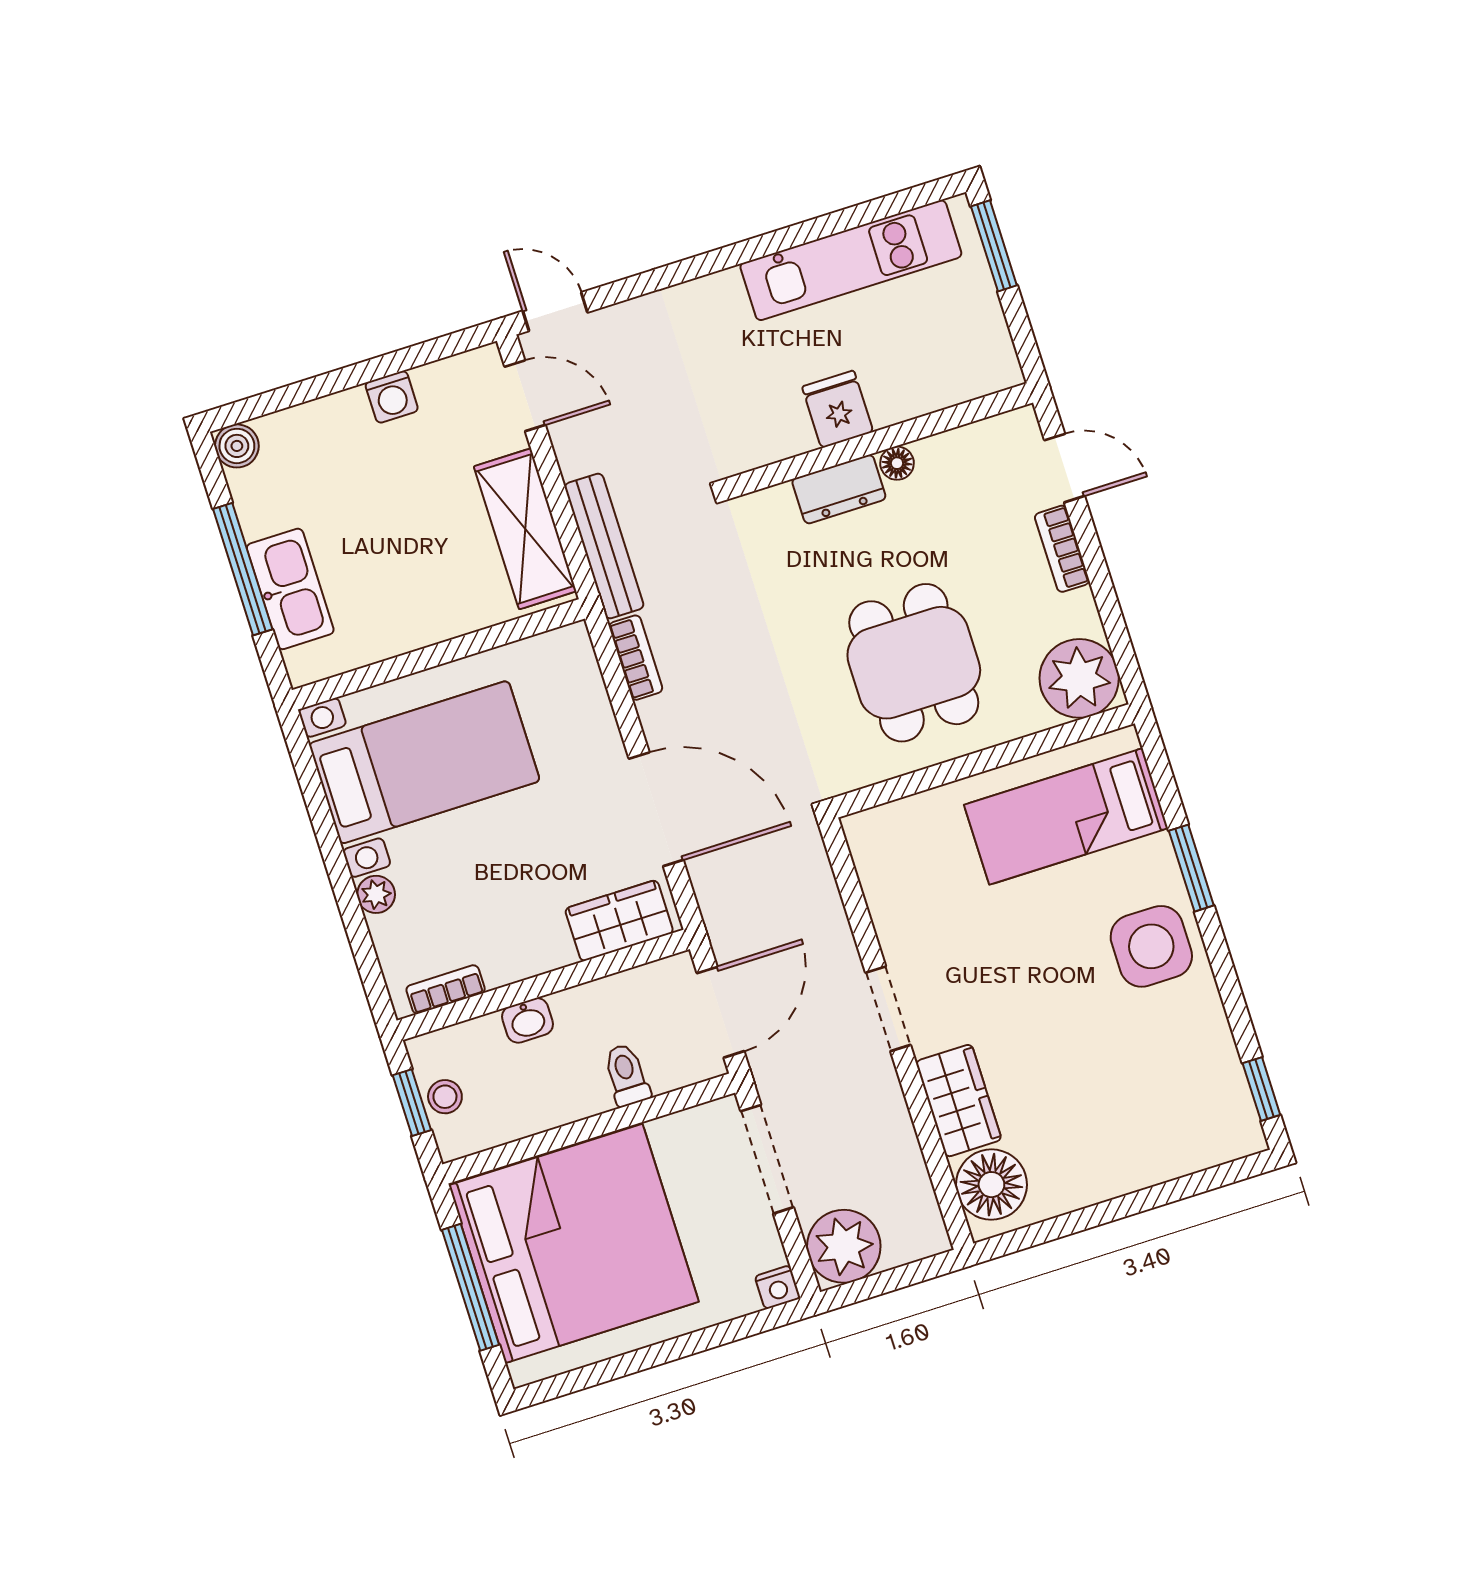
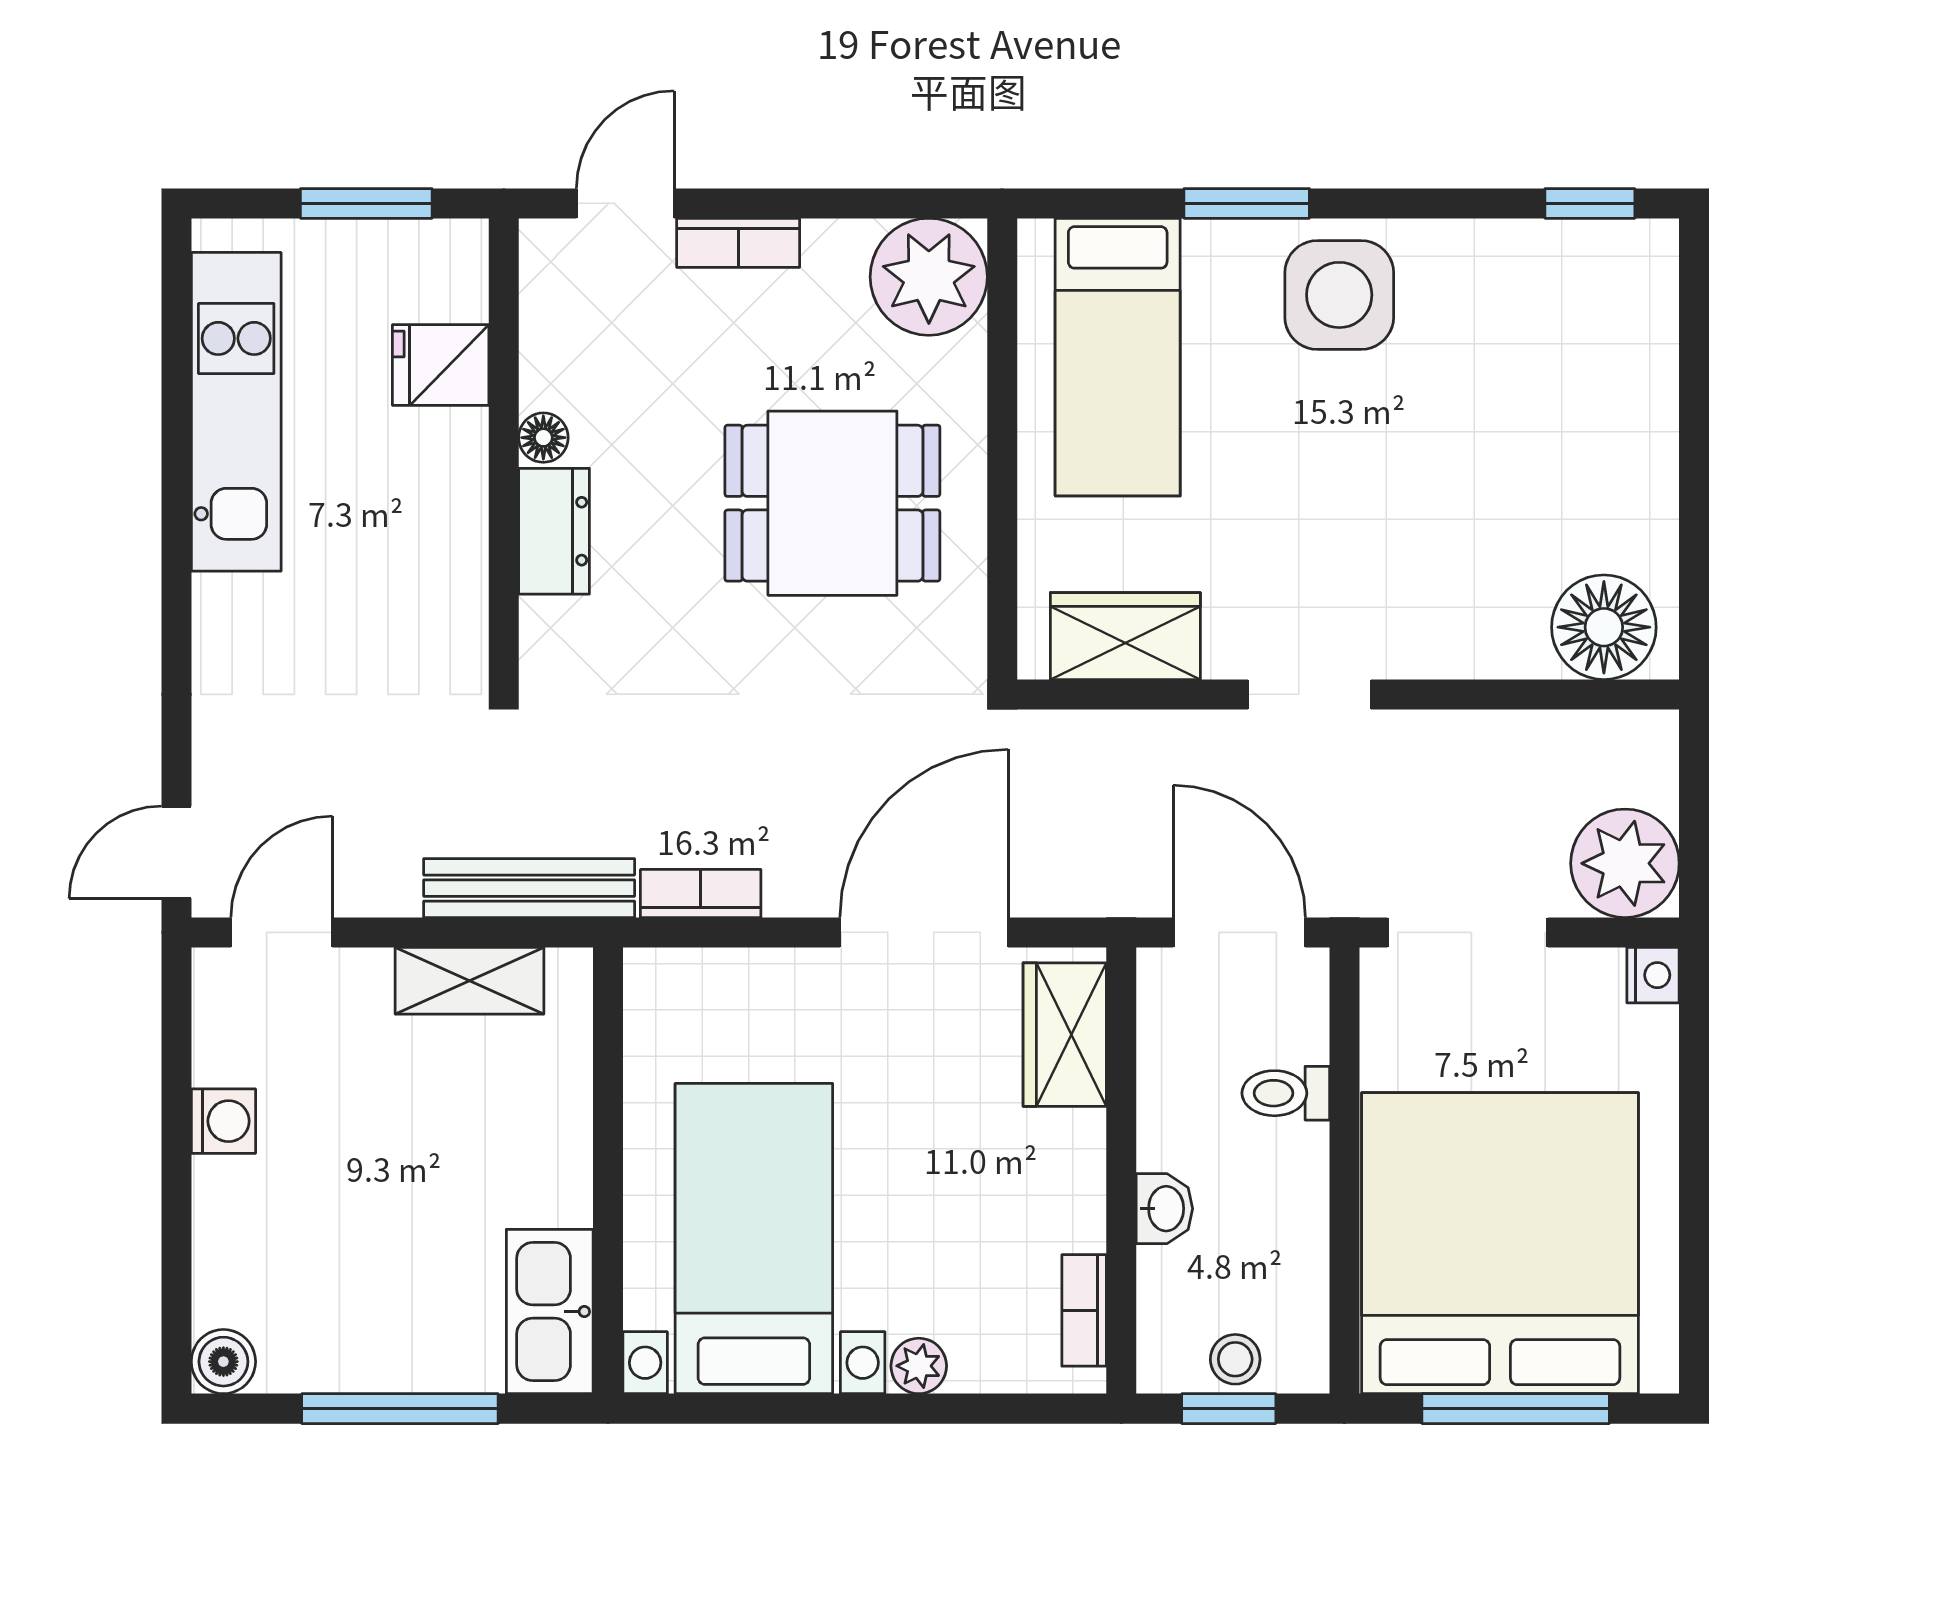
window: (994, 246) -> (366, 203), moved
fridge: (838, 409) -> (441, 365), moved
shelving: (525, 529) -> (469, 981), width x0.67, depth x0.75
kitchen sink: (290, 589) -> (550, 1312), moved, turned -90
wardrobe: (959, 1101) -> (1125, 636), moved

